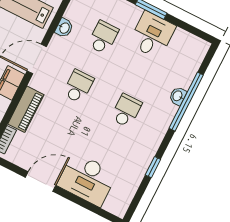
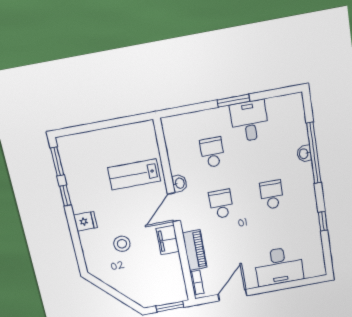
washbasin: (64, 28) -> (179, 183), moved
door: (40, 181) -> (233, 295), moved

